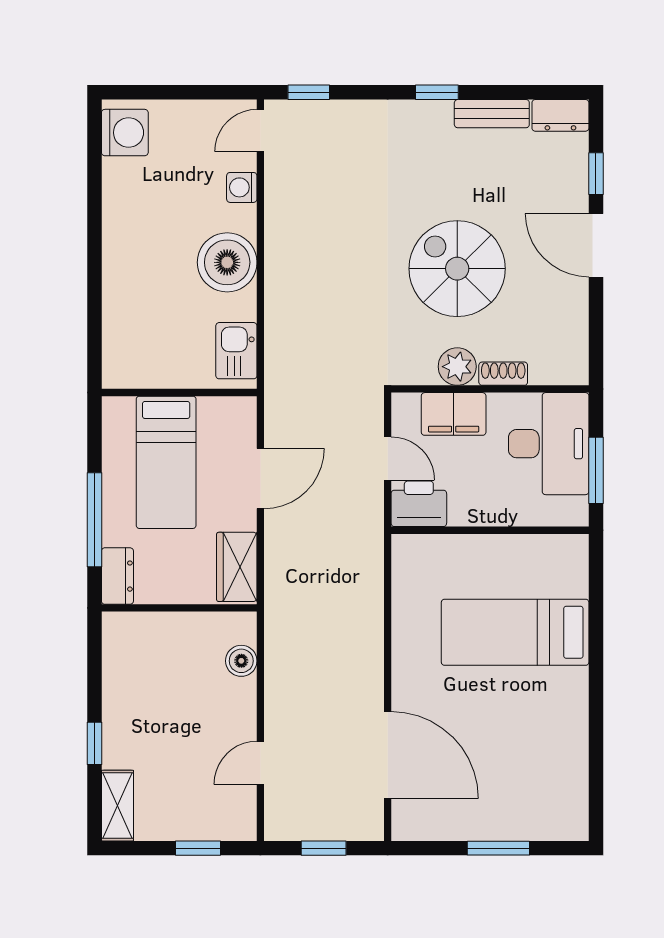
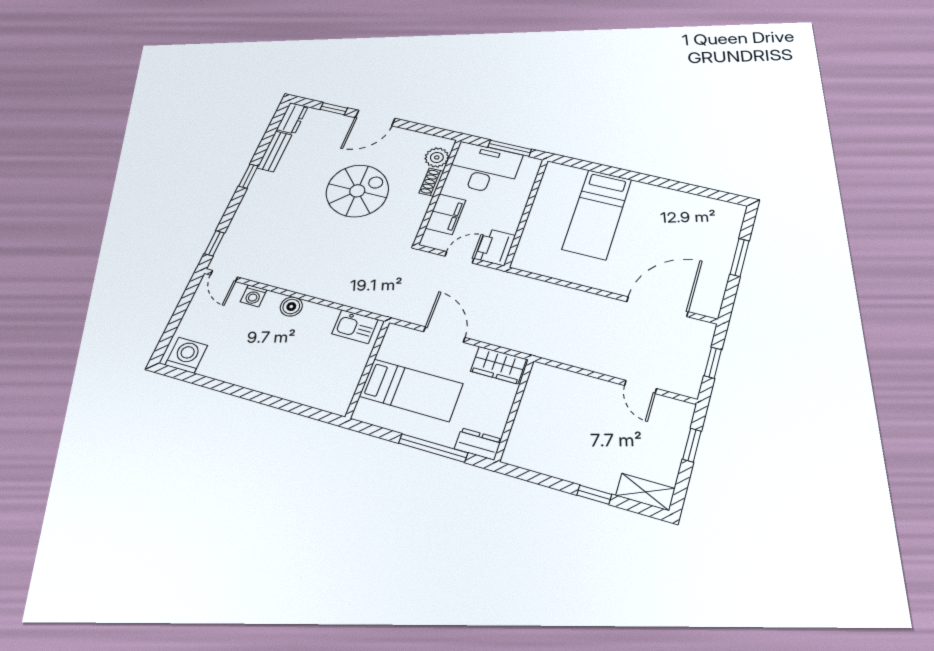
boiler: (227, 262) -> (291, 307), width x0.54, depth x0.54
spiral stairs: (457, 269) -> (357, 191), turned 180
plant: (457, 367) -> (437, 157), moved
boiler: (241, 661) -> (564, 380), removed

